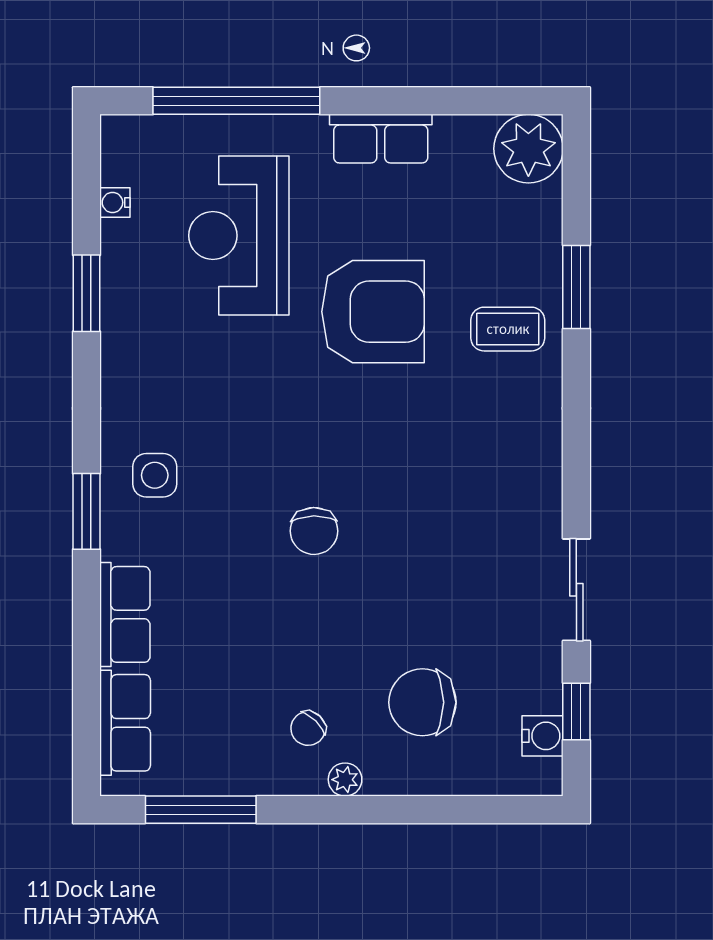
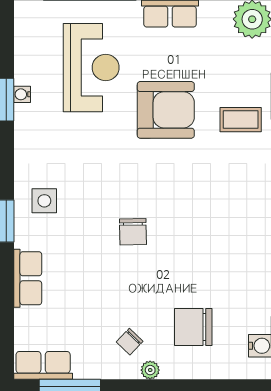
water cooler: (115, 202) -> (22, 94), moved
reception desk: (239, 236) -> (91, 68), turned 180
row of seats: (125, 723) -> (43, 365), moved, turned -90

